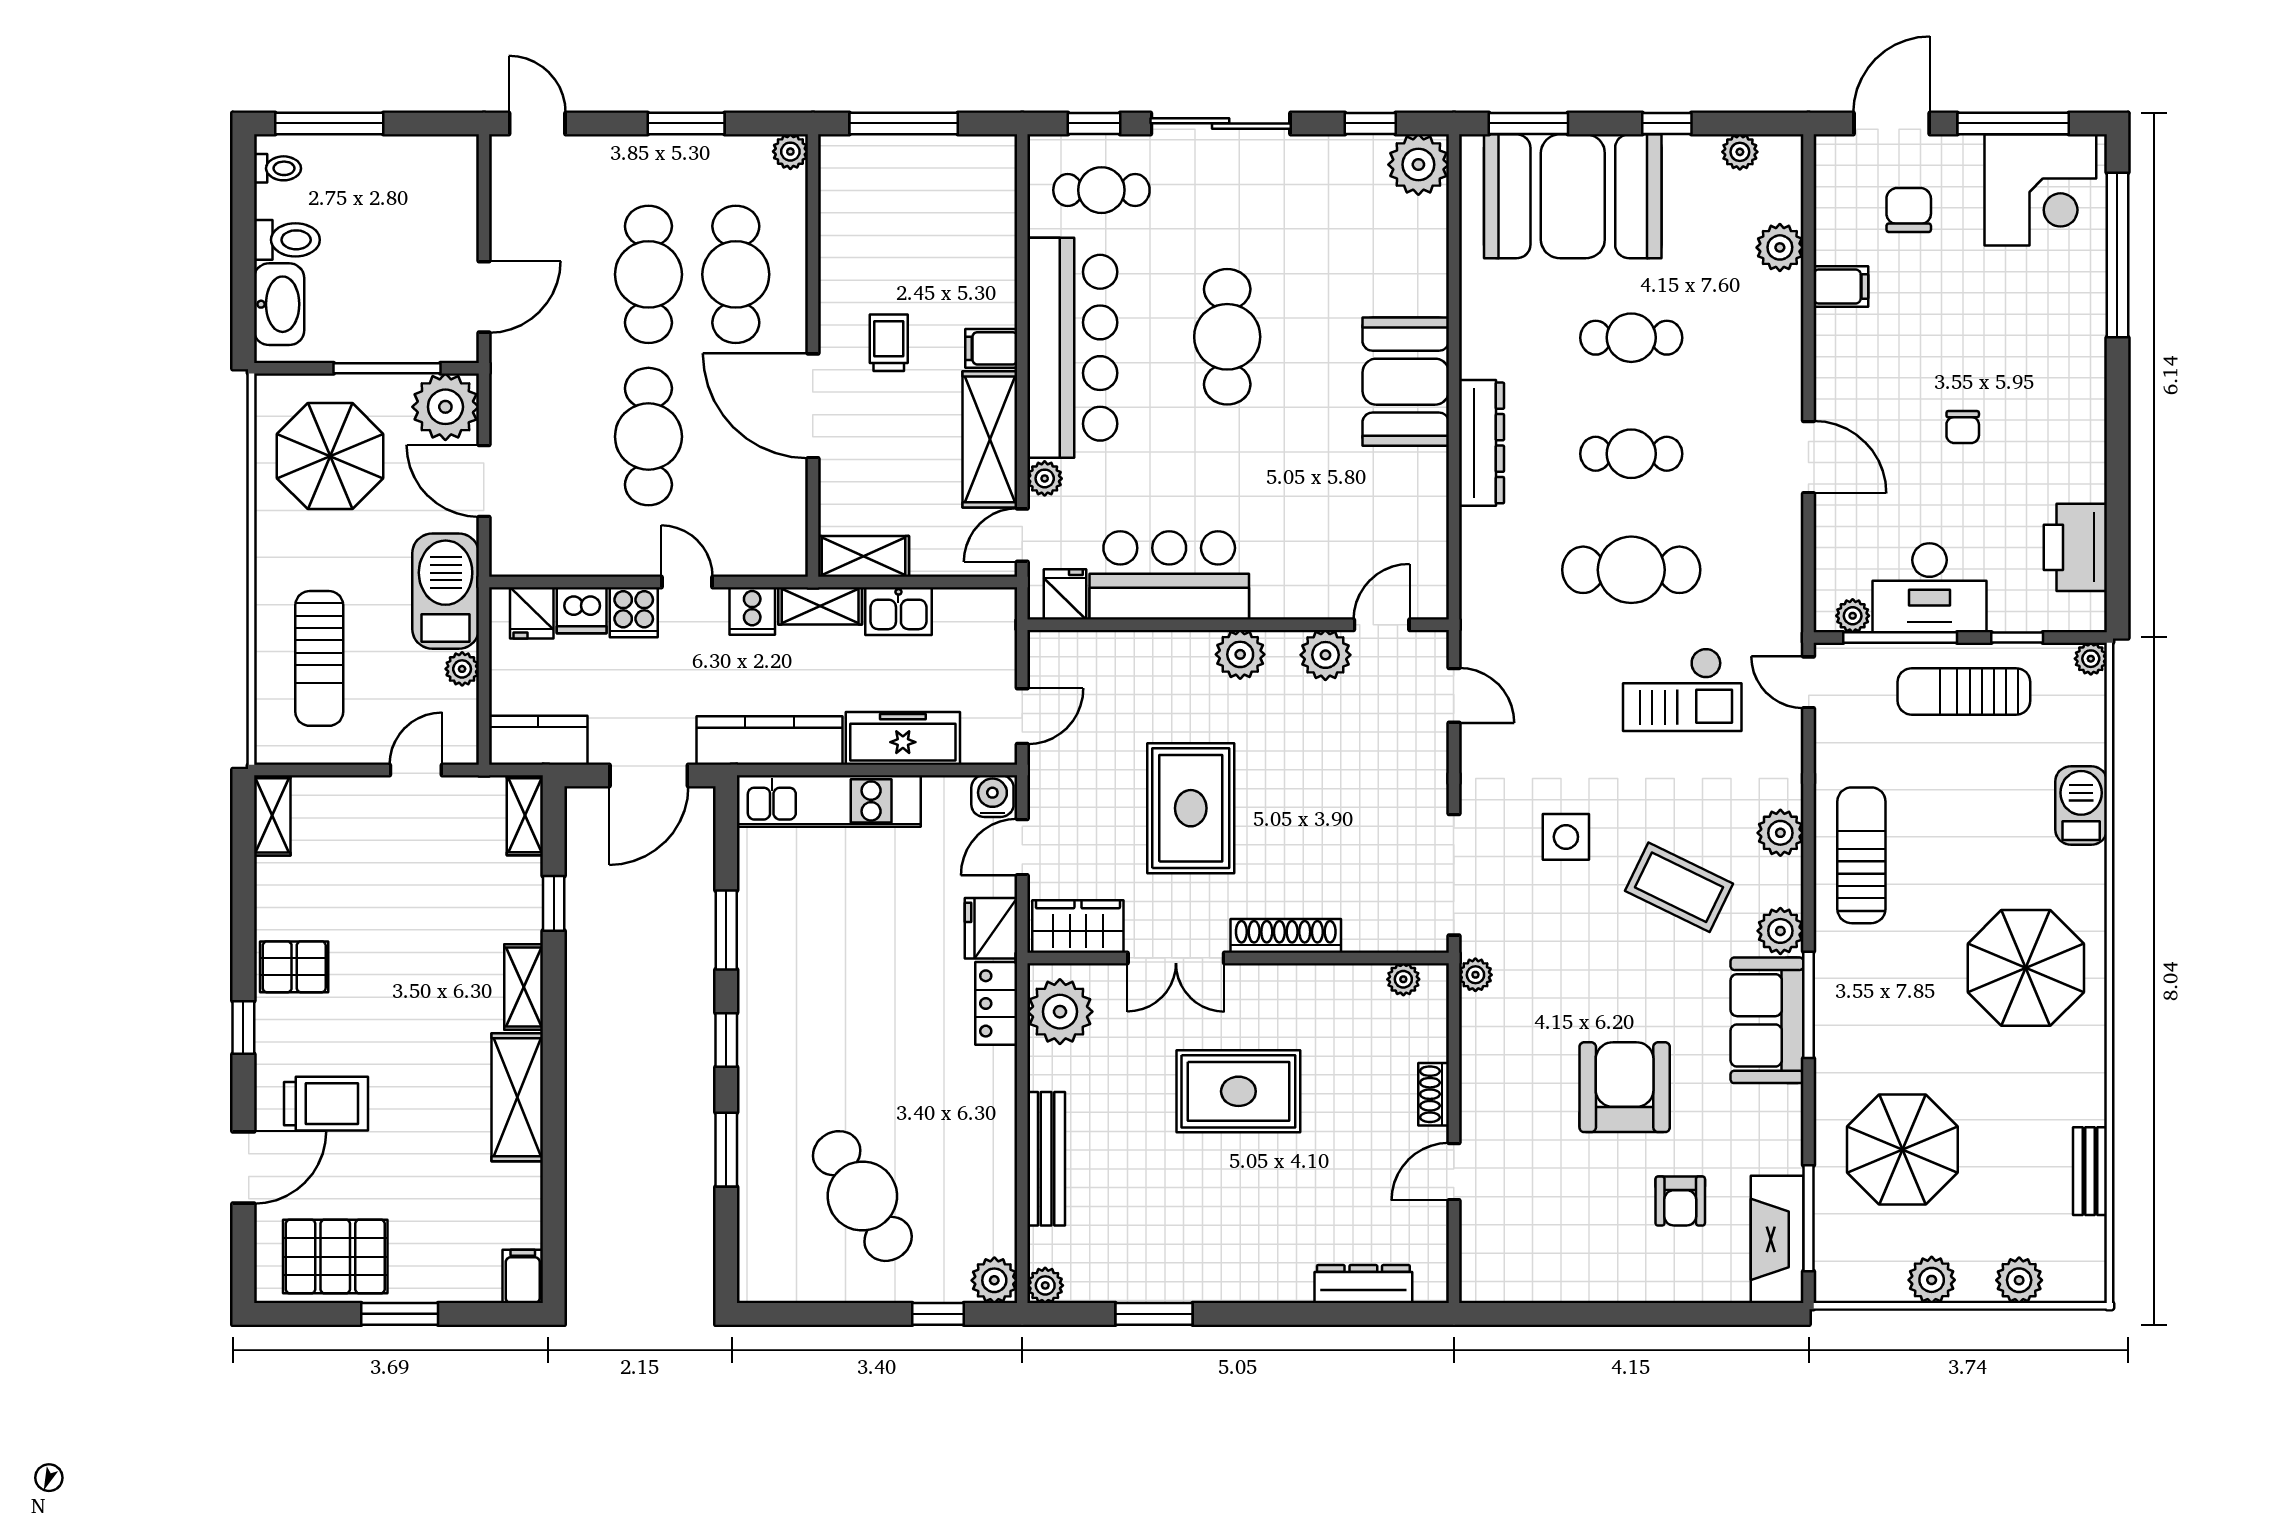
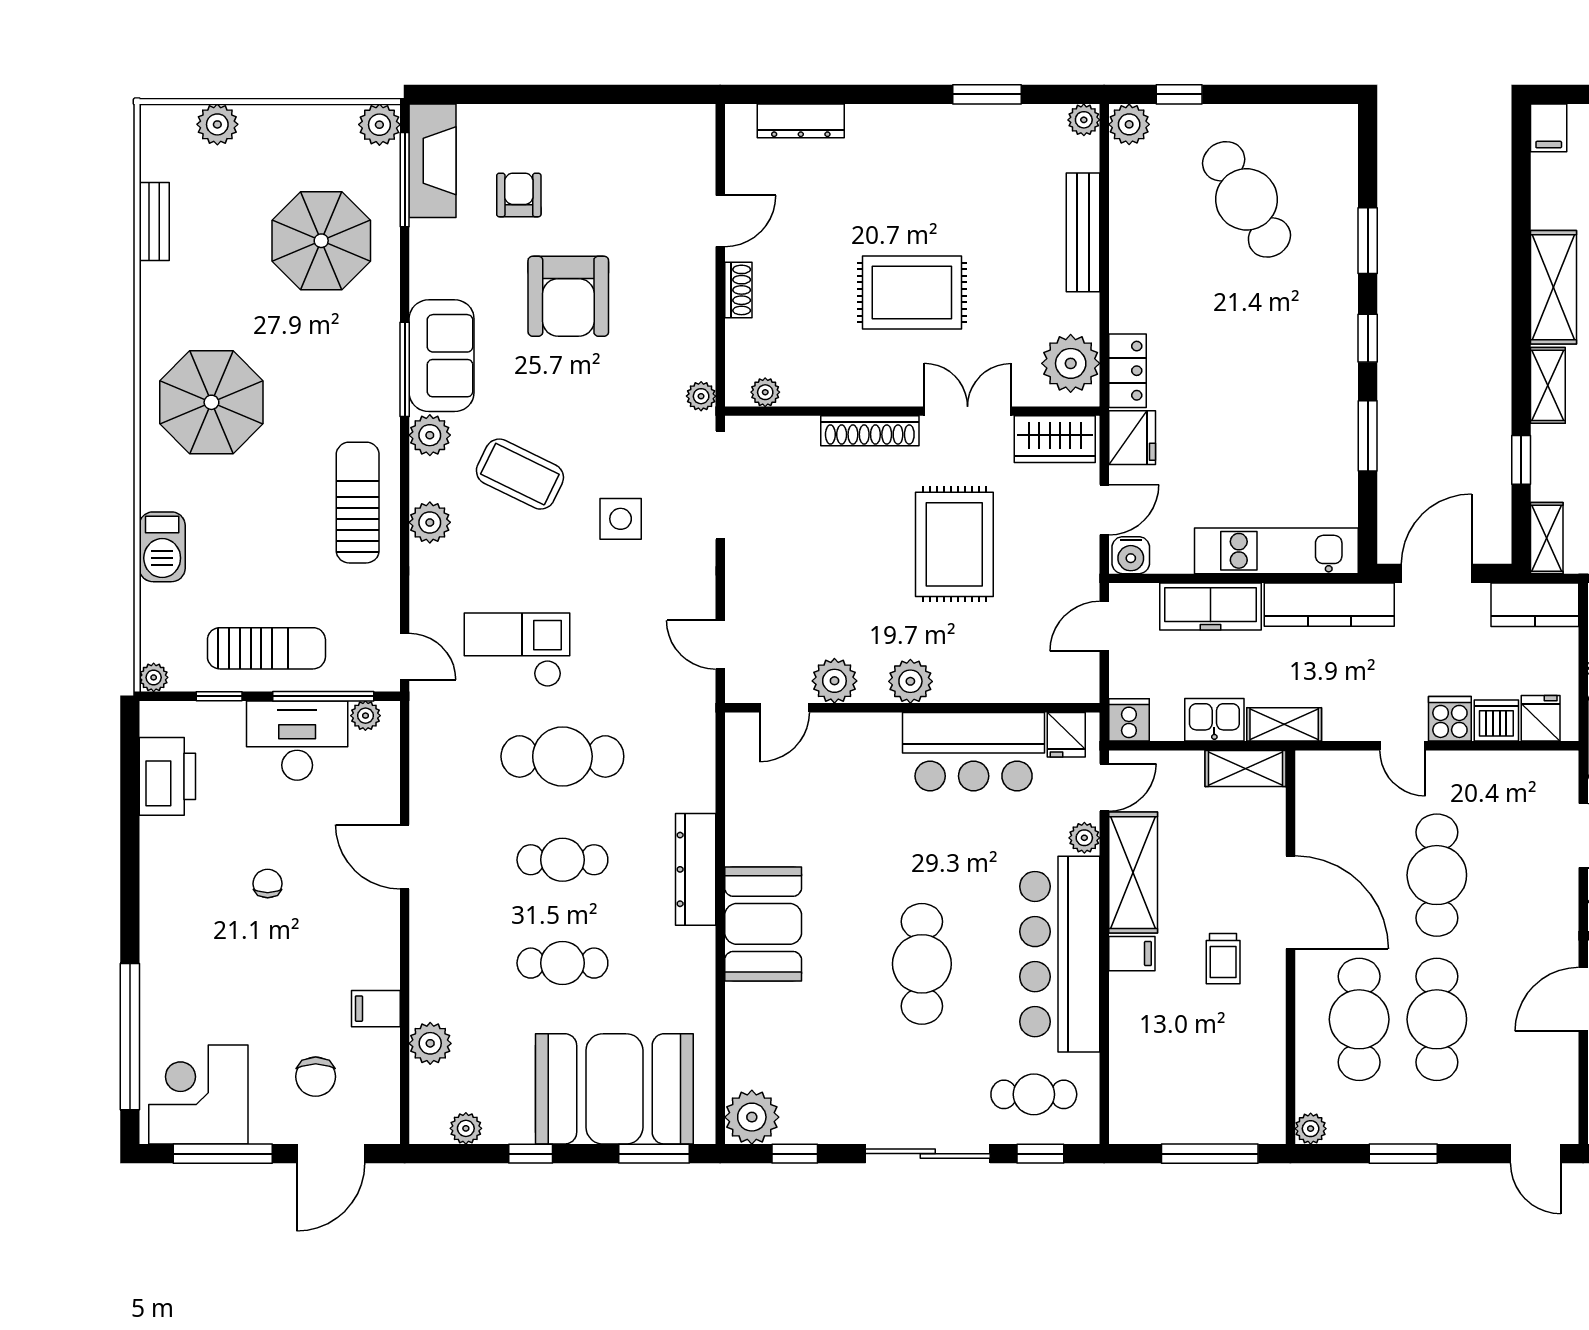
cooker: (752, 611) -> (1129, 720), moved
sun lounger: (1861, 855) -> (358, 503), turned 180
plant: (1932, 1280) -> (379, 125), moved

